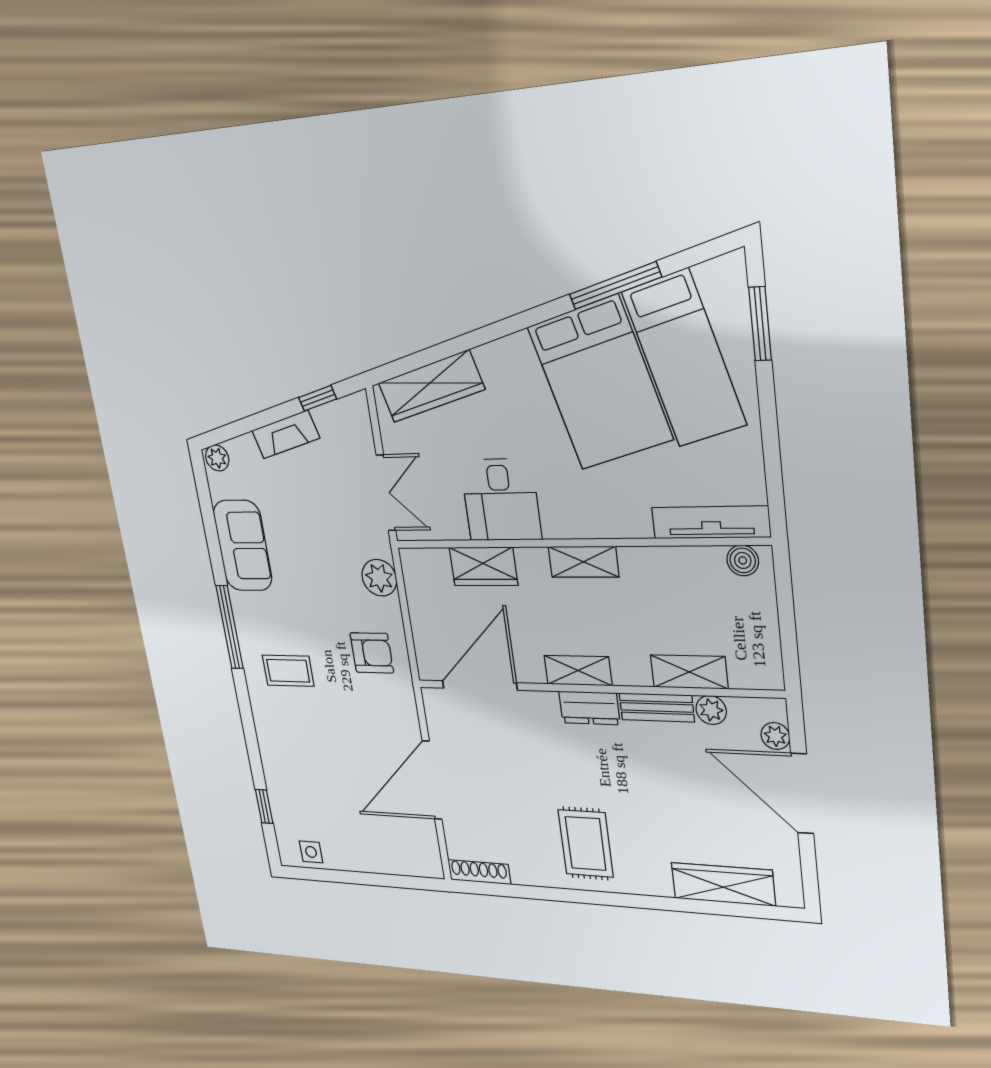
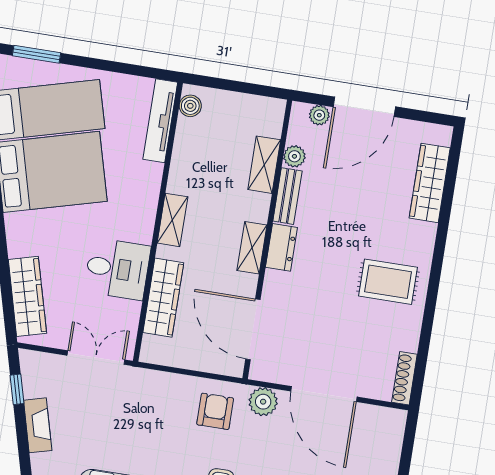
wardrobe: (483, 566) -> (163, 298), width x1.50
plant: (379, 578) -> (263, 402), moved

